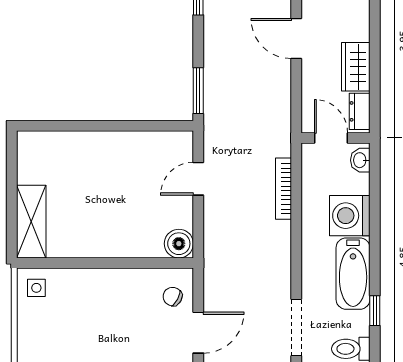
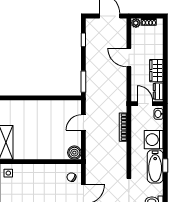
window: (375, 311) -> (165, 165), moved

